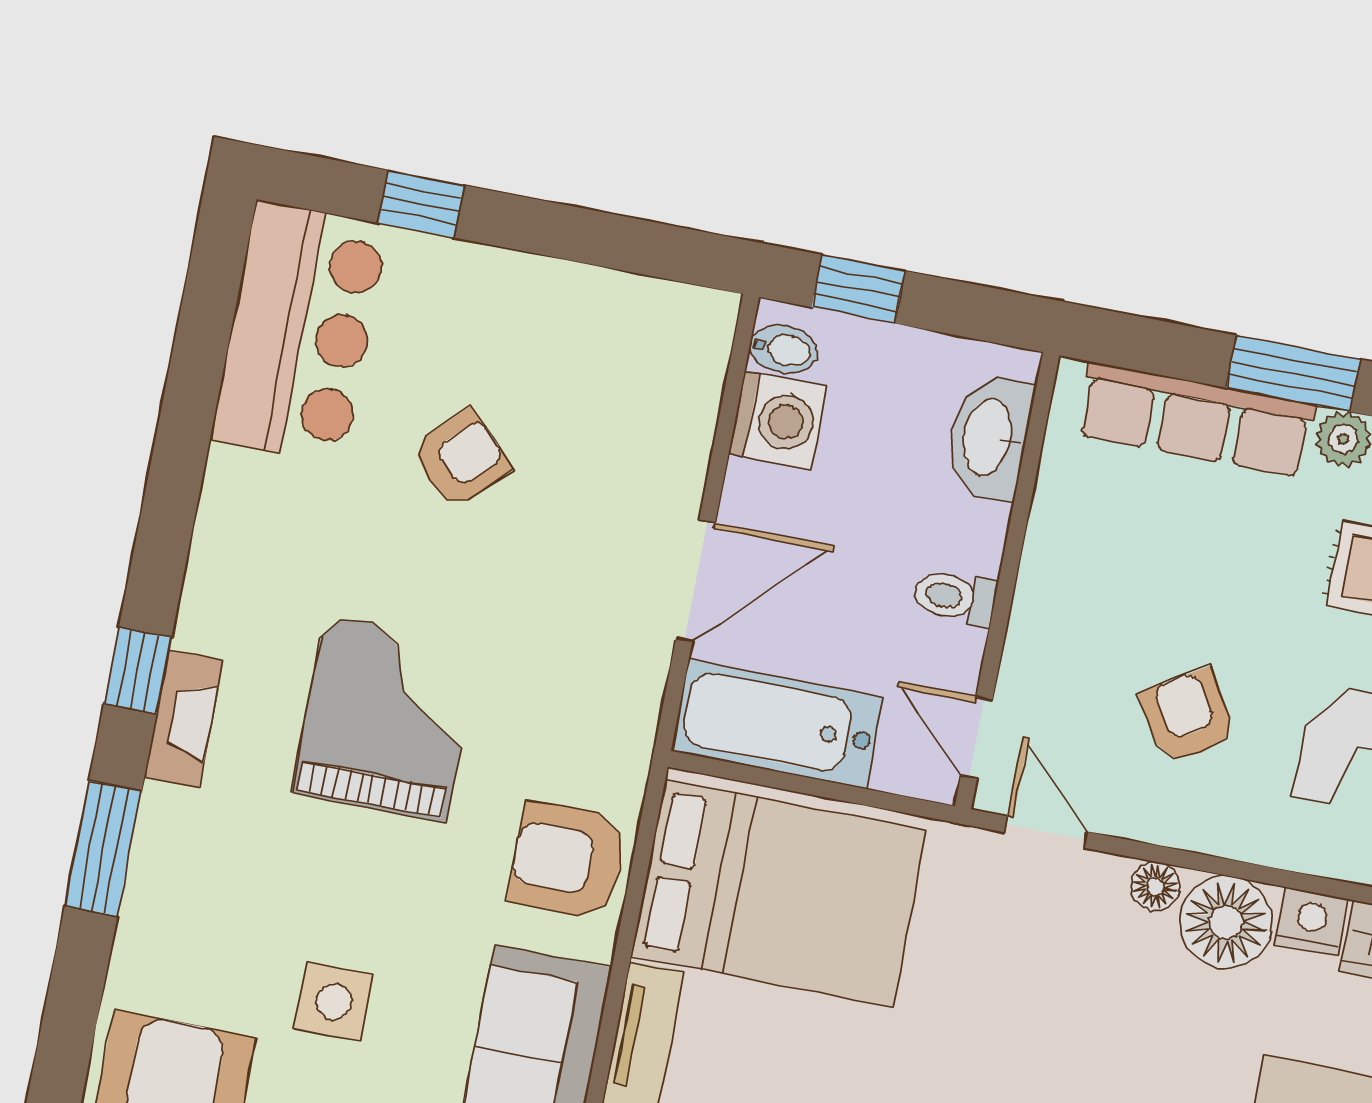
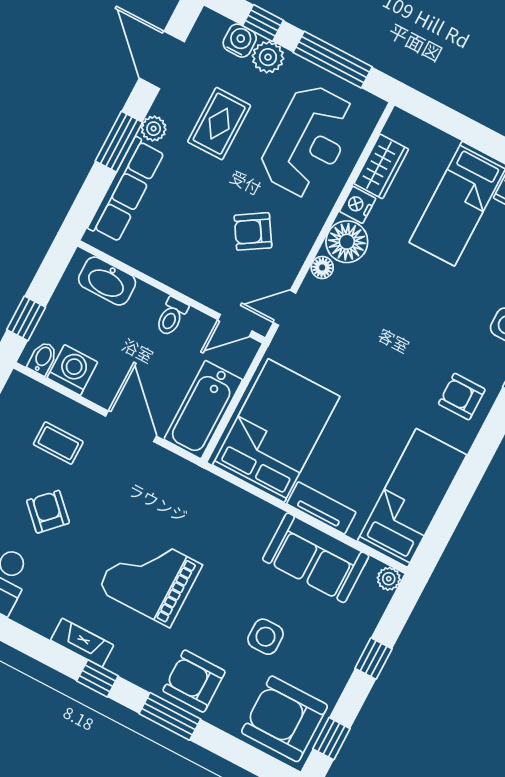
coffee table: (613, 437) -> (58, 443), added
fireplace: (184, 719) -> (82, 643), moved
armchair: (568, 860) -> (194, 681), moved, turned 90

